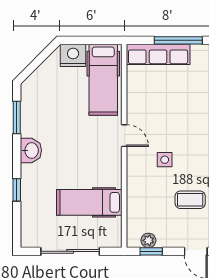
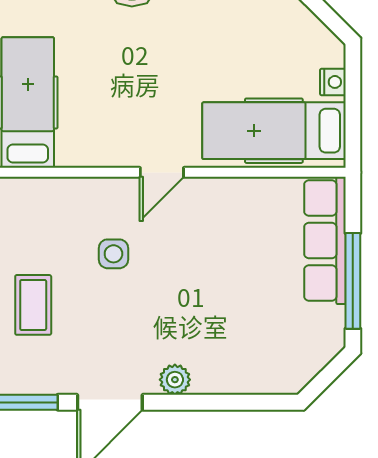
nightstand: (73, 55) -> (333, 82), width x0.53, depth x0.56

